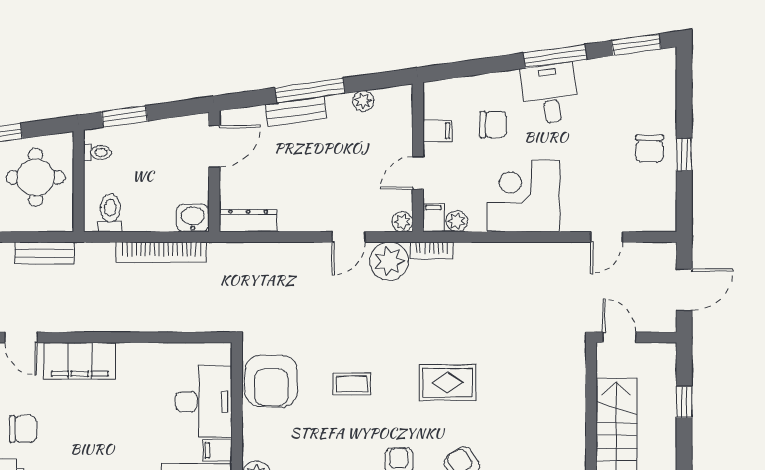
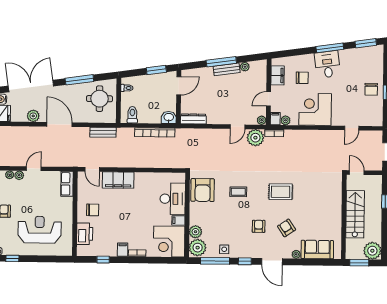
bench: (296, 111) -> (227, 69), moved
window: (125, 116) -> (156, 70), moved
filing cabinet: (437, 131) -> (277, 75), width x2.00

